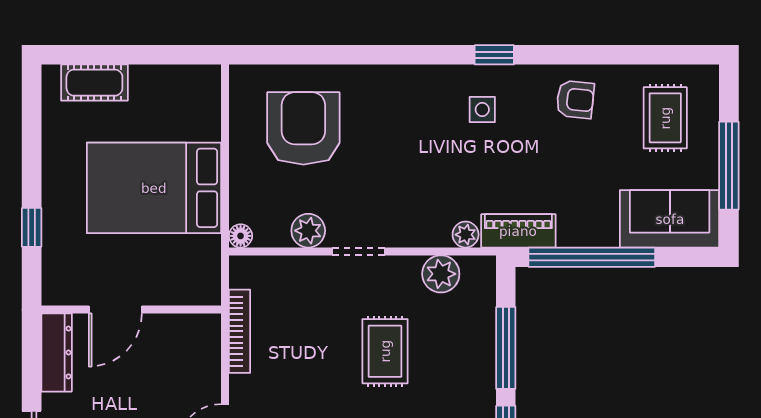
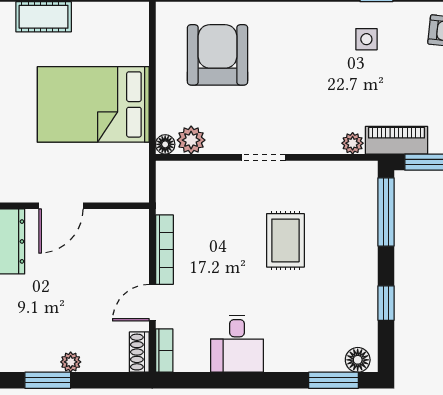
plant: (308, 231) -> (191, 140), moved
plant: (441, 274) -> (332, 176), removed
bookcase: (240, 331) -> (164, 250), moved
window: (506, 348) -> (386, 212), moved

